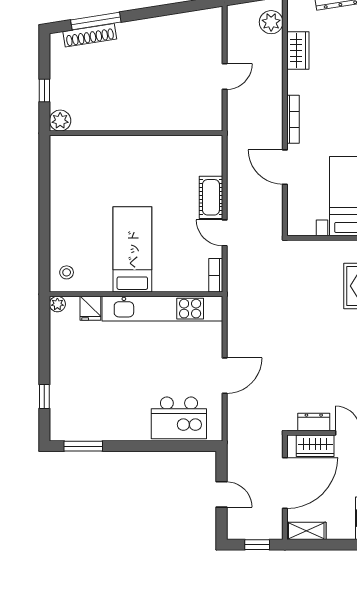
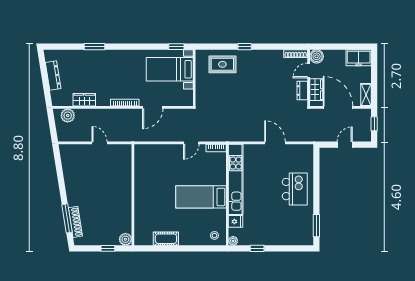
cot: (211, 197) -> (166, 239), moved
window: (44, 397) -> (257, 248), moved
kitchen island: (179, 418) -> (295, 189), moved

